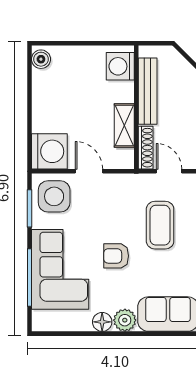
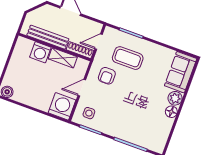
washing machine: (120, 66) -> (40, 52), moved
side table: (54, 196) -> (89, 113), width x0.54, depth x0.54
armchair: (116, 256) -> (107, 76), moved
corner sofa: (60, 269) -> (132, 125), removed

